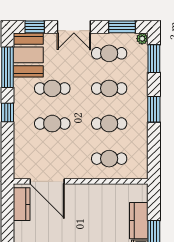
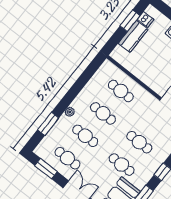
plant: (142, 39) -> (70, 112), moved
window: (154, 59) -> (48, 124), moved
window: (154, 109) -> (67, 100), removed

